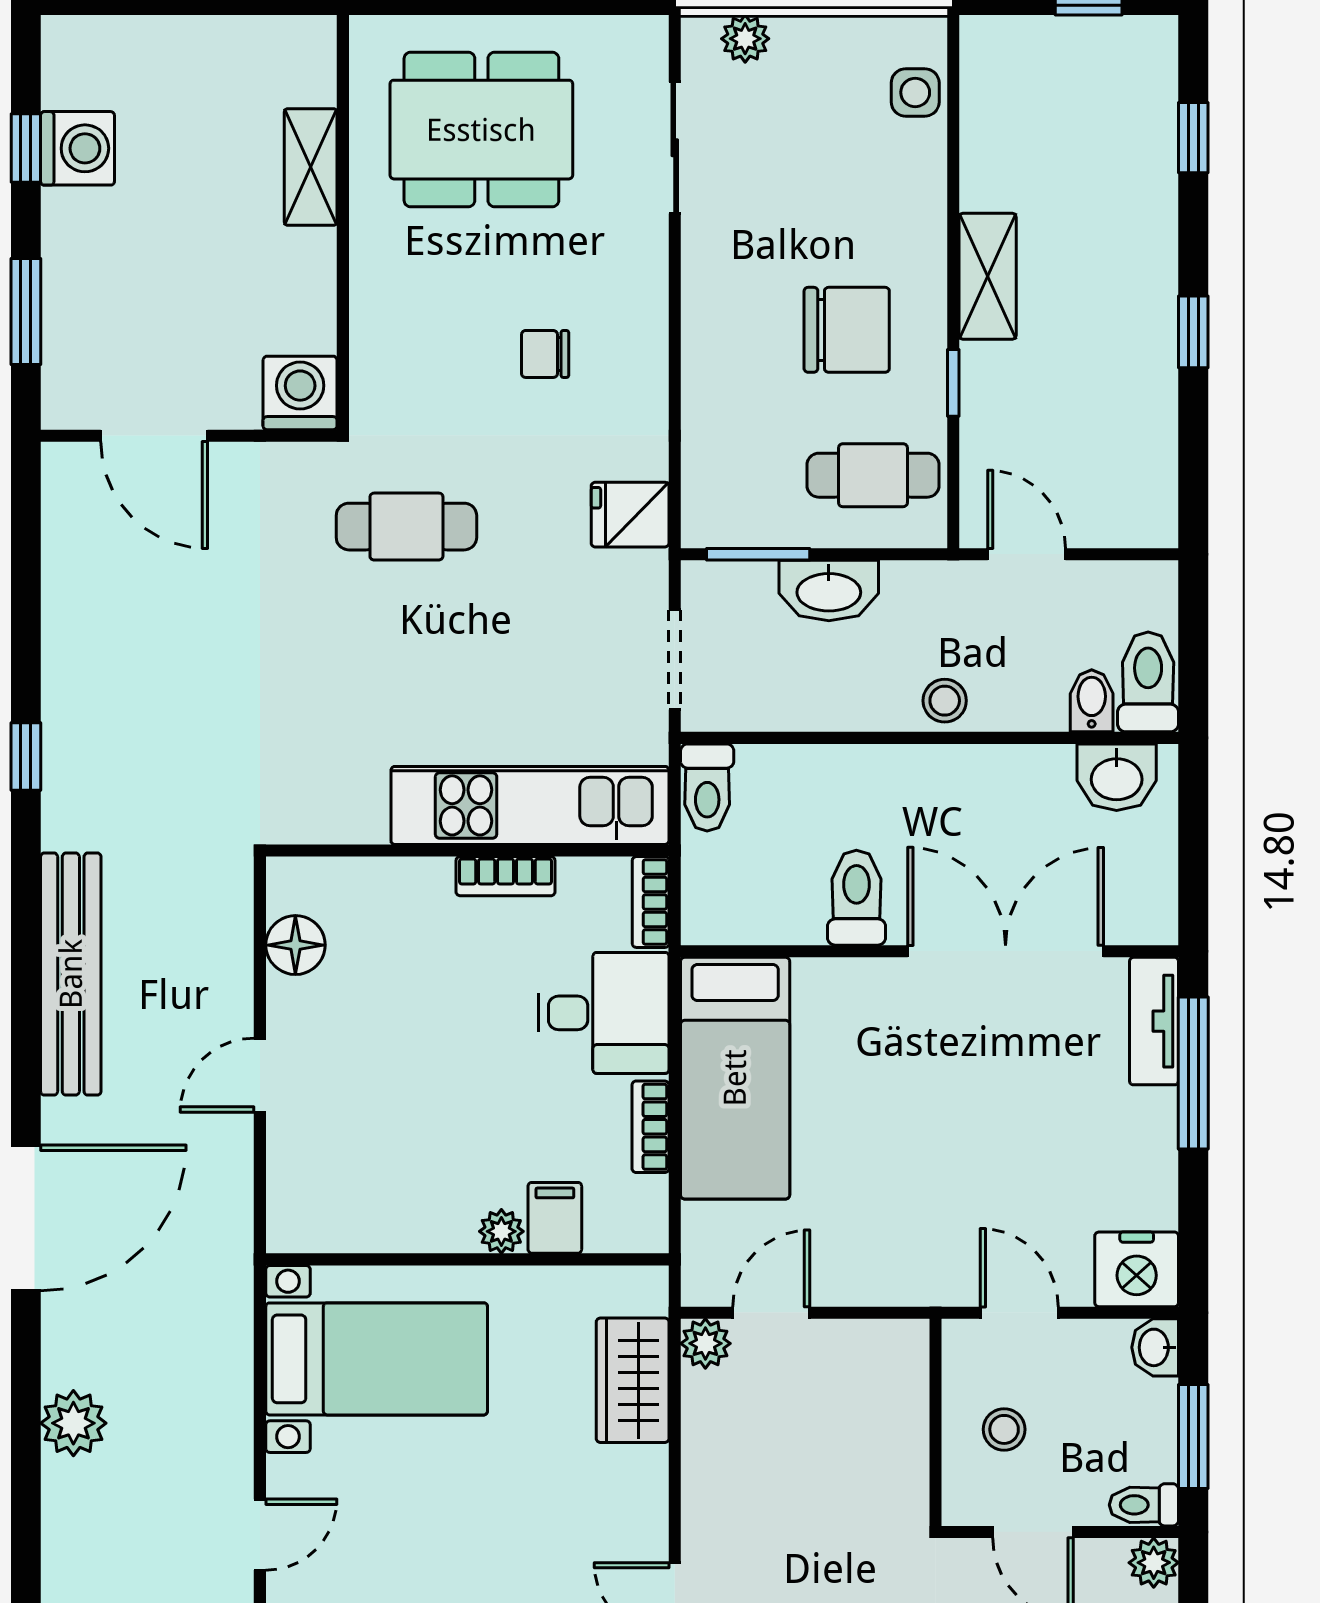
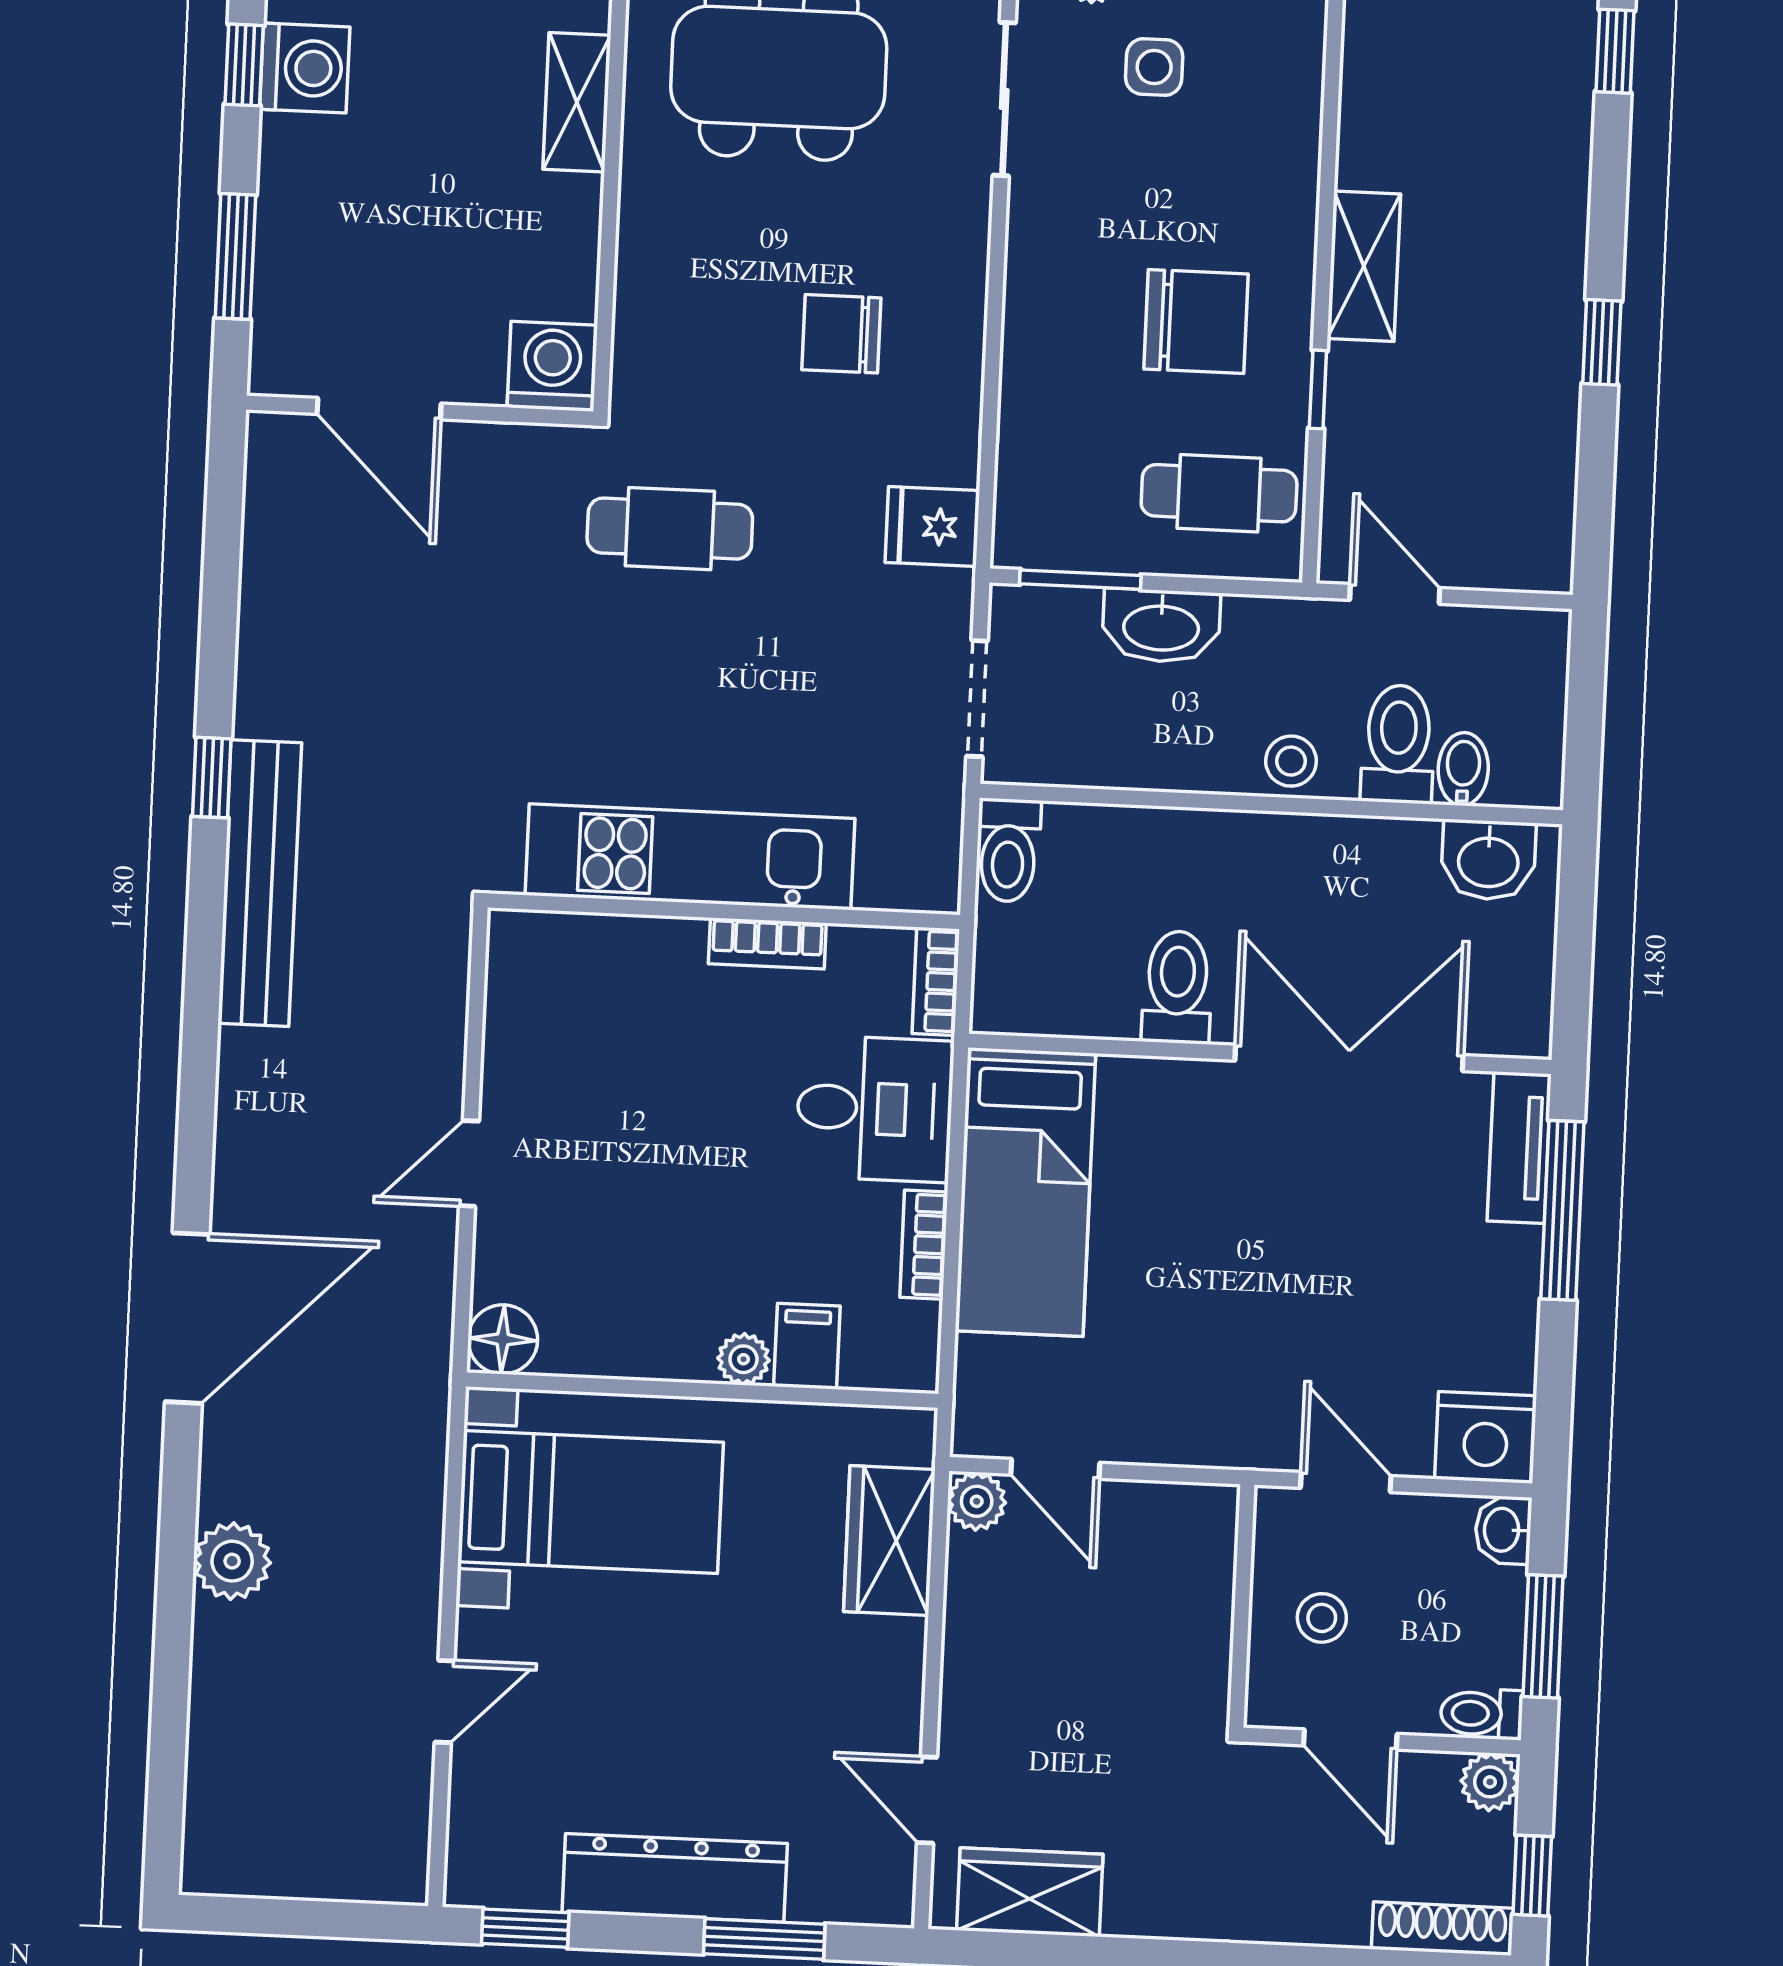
side table: (915, 92) -> (1154, 67), moved
window: (1193, 138) -> (1615, 51), moved
chair: (545, 354) -> (841, 334), width x1.37, depth x1.37
toilet: (1148, 682) -> (1398, 744), moved
kitchen unit: (530, 805) -> (690, 857), moved
floor lamp: (295, 945) -> (503, 1339), moved
bench: (71, 974) -> (260, 883), moved
door: (771, 1313) -> (1055, 1469), swing flipped

